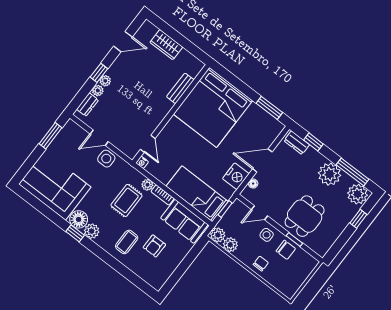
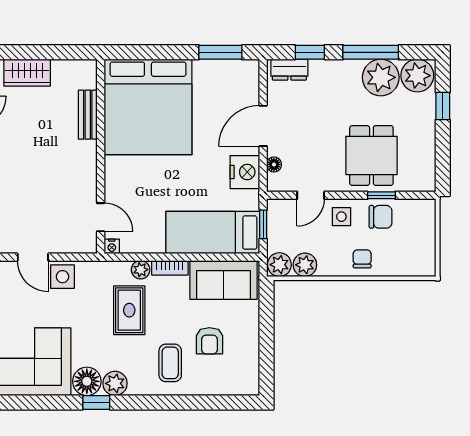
door: (99, 138) -> (33, 257), hinge flipped
window: (353, 172) -> (371, 52), moved
plant: (330, 174) -> (381, 77), moved

